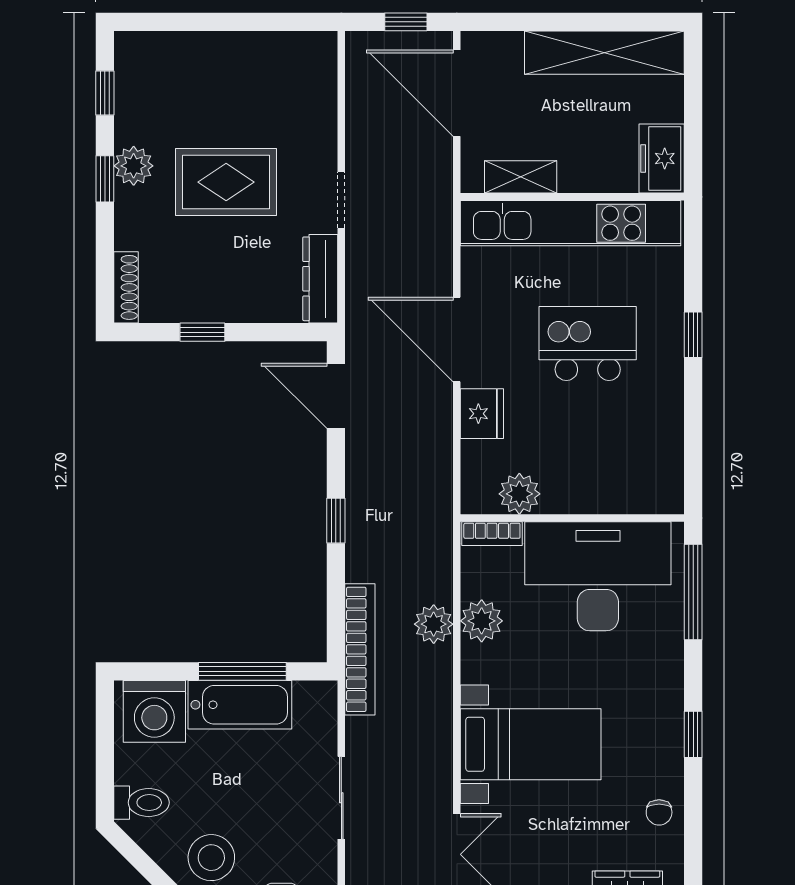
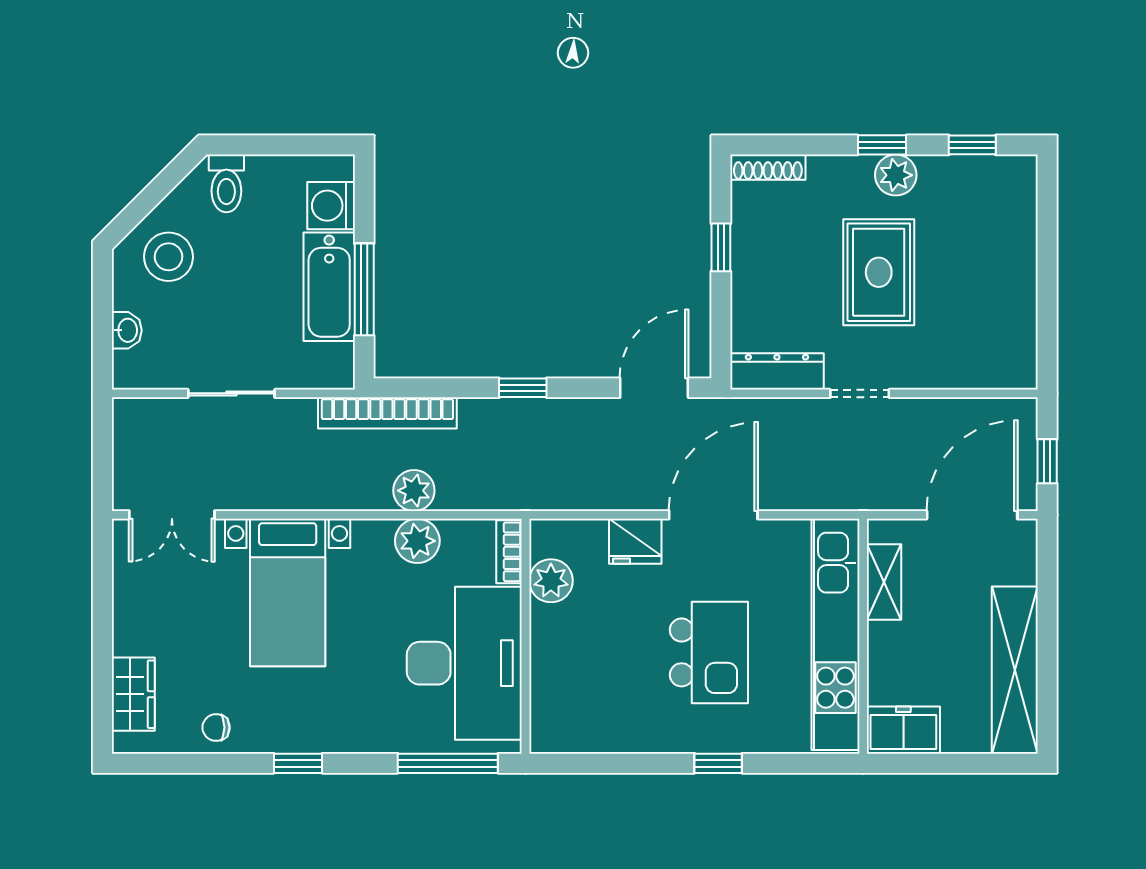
washing machine: (154, 711) -> (331, 206), width x0.73, depth x0.73

